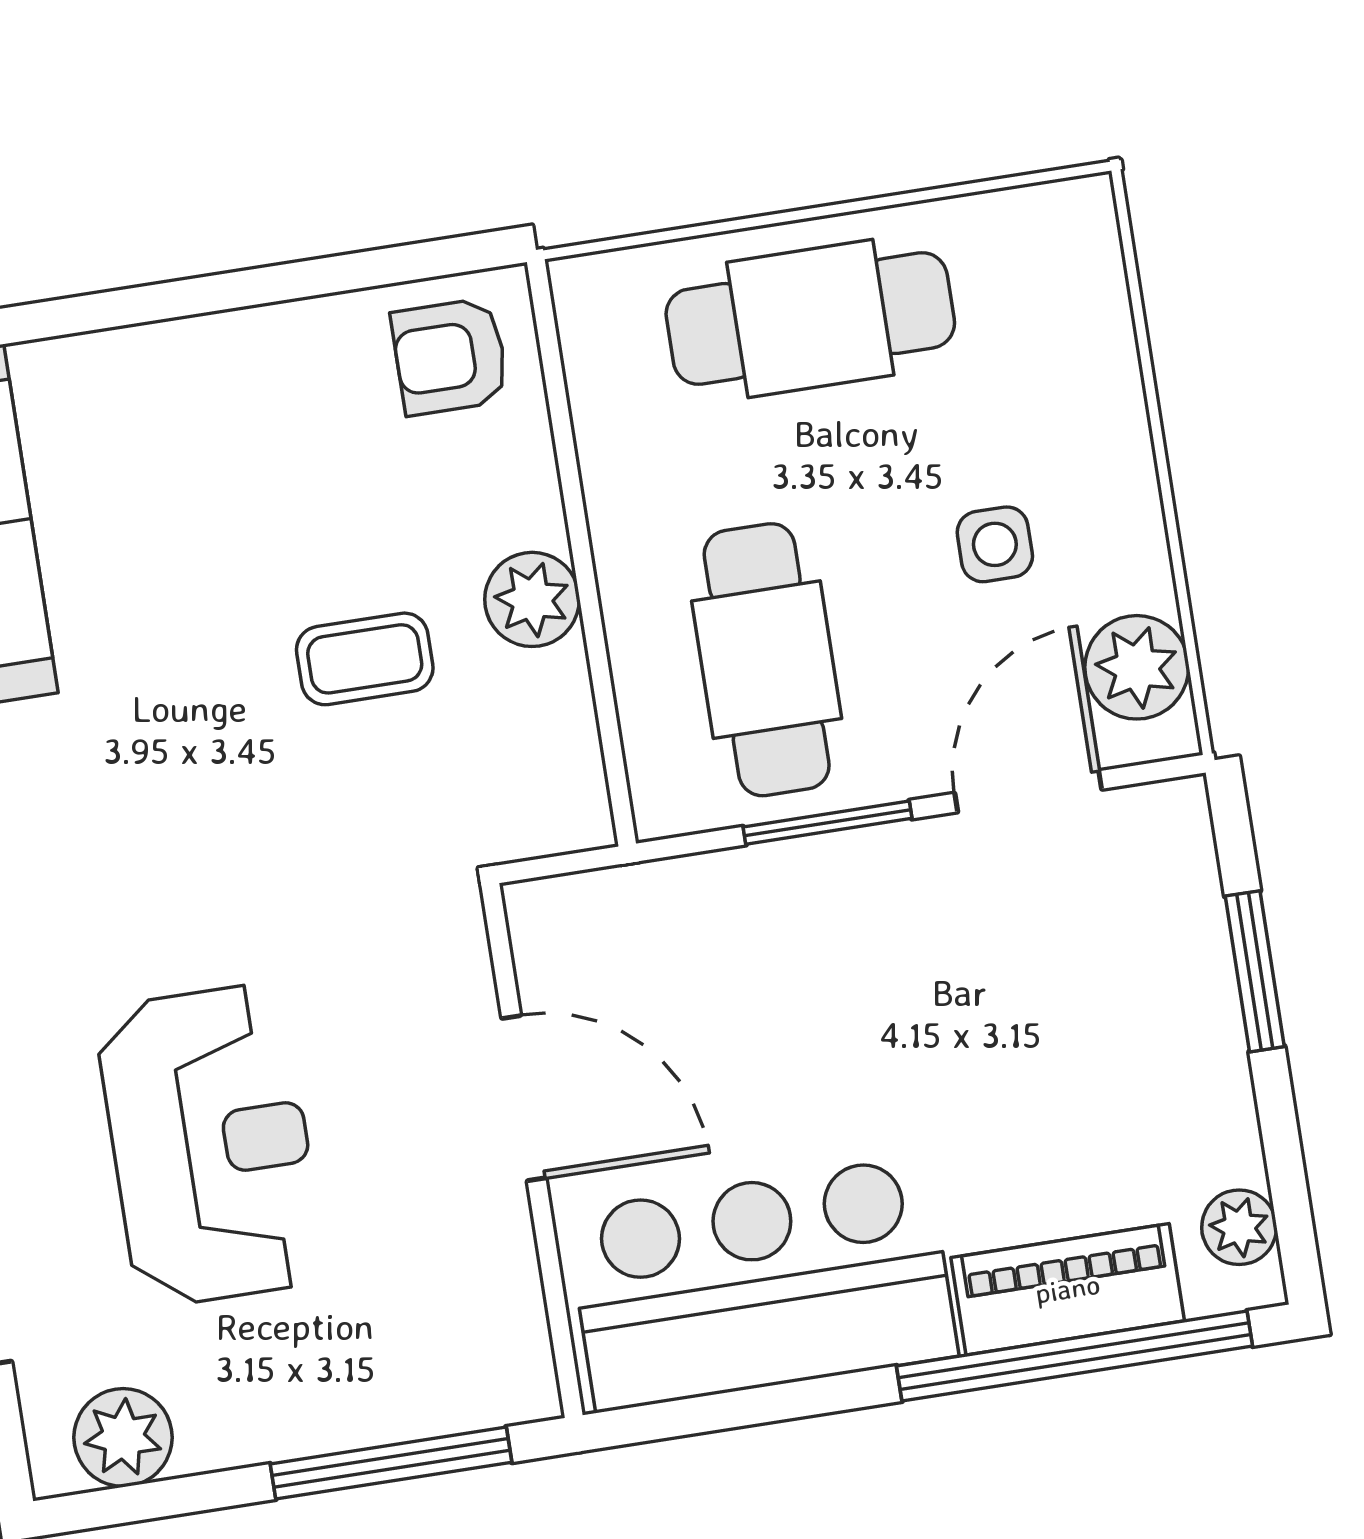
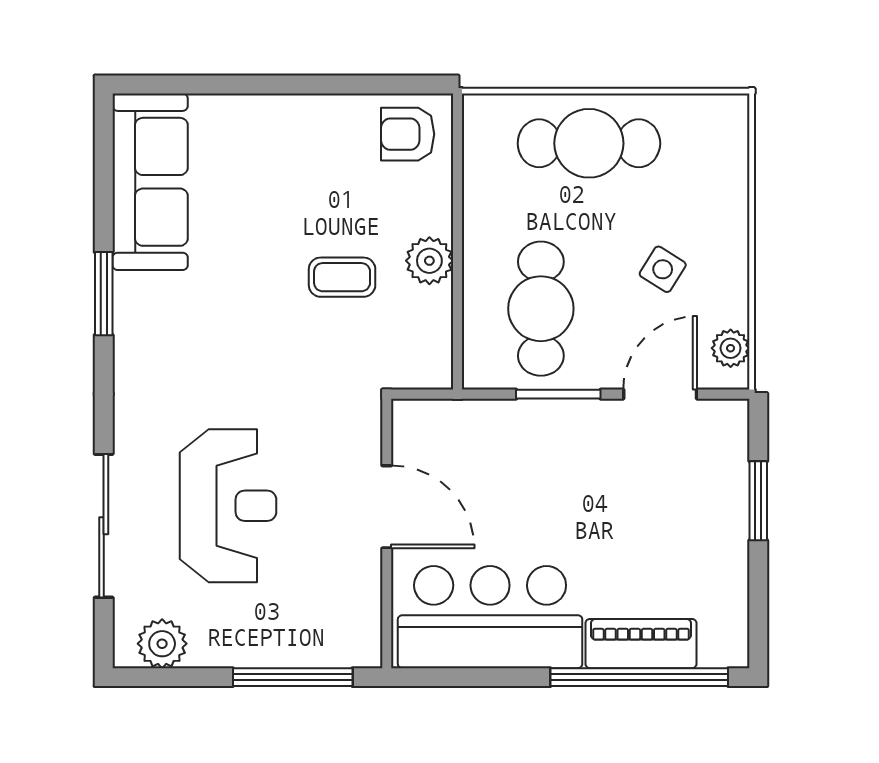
side table: (995, 544) -> (663, 269), turned 32
plant: (1137, 667) -> (731, 348), width x0.73, depth x0.73
plant: (1239, 1227) -> (731, 626), removed

